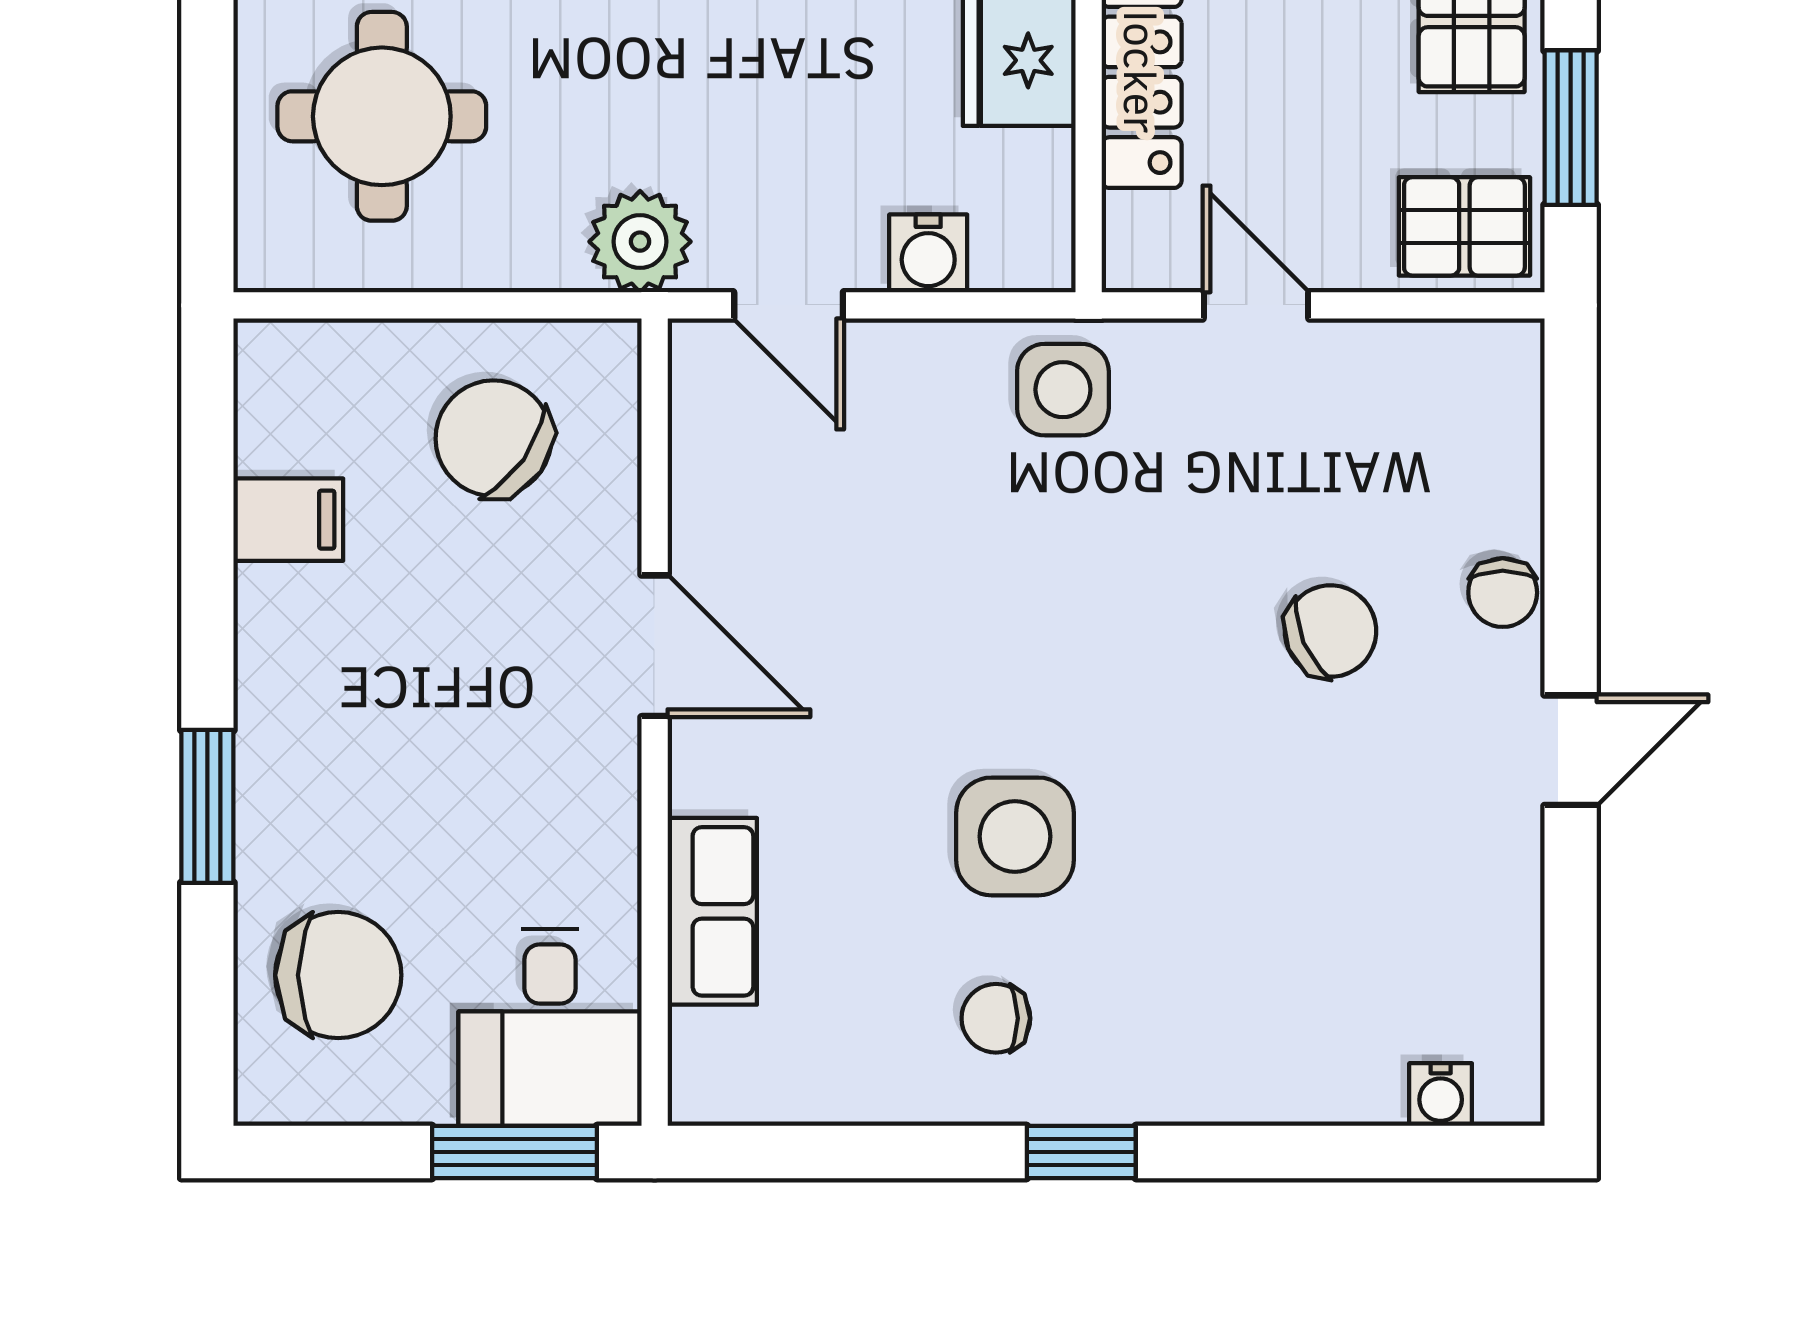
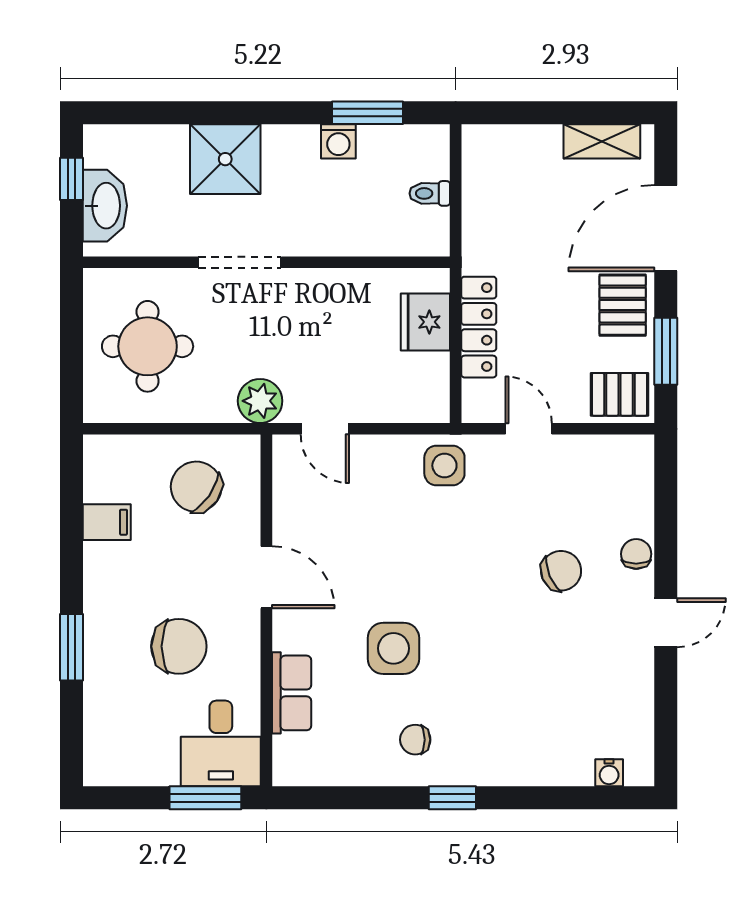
water cooler: (928, 253) -> (386, 406), removed
chair: (1503, 593) -> (636, 554), turned 180
side table: (1015, 836) -> (393, 648), moved
chair: (338, 975) -> (179, 646), moved

